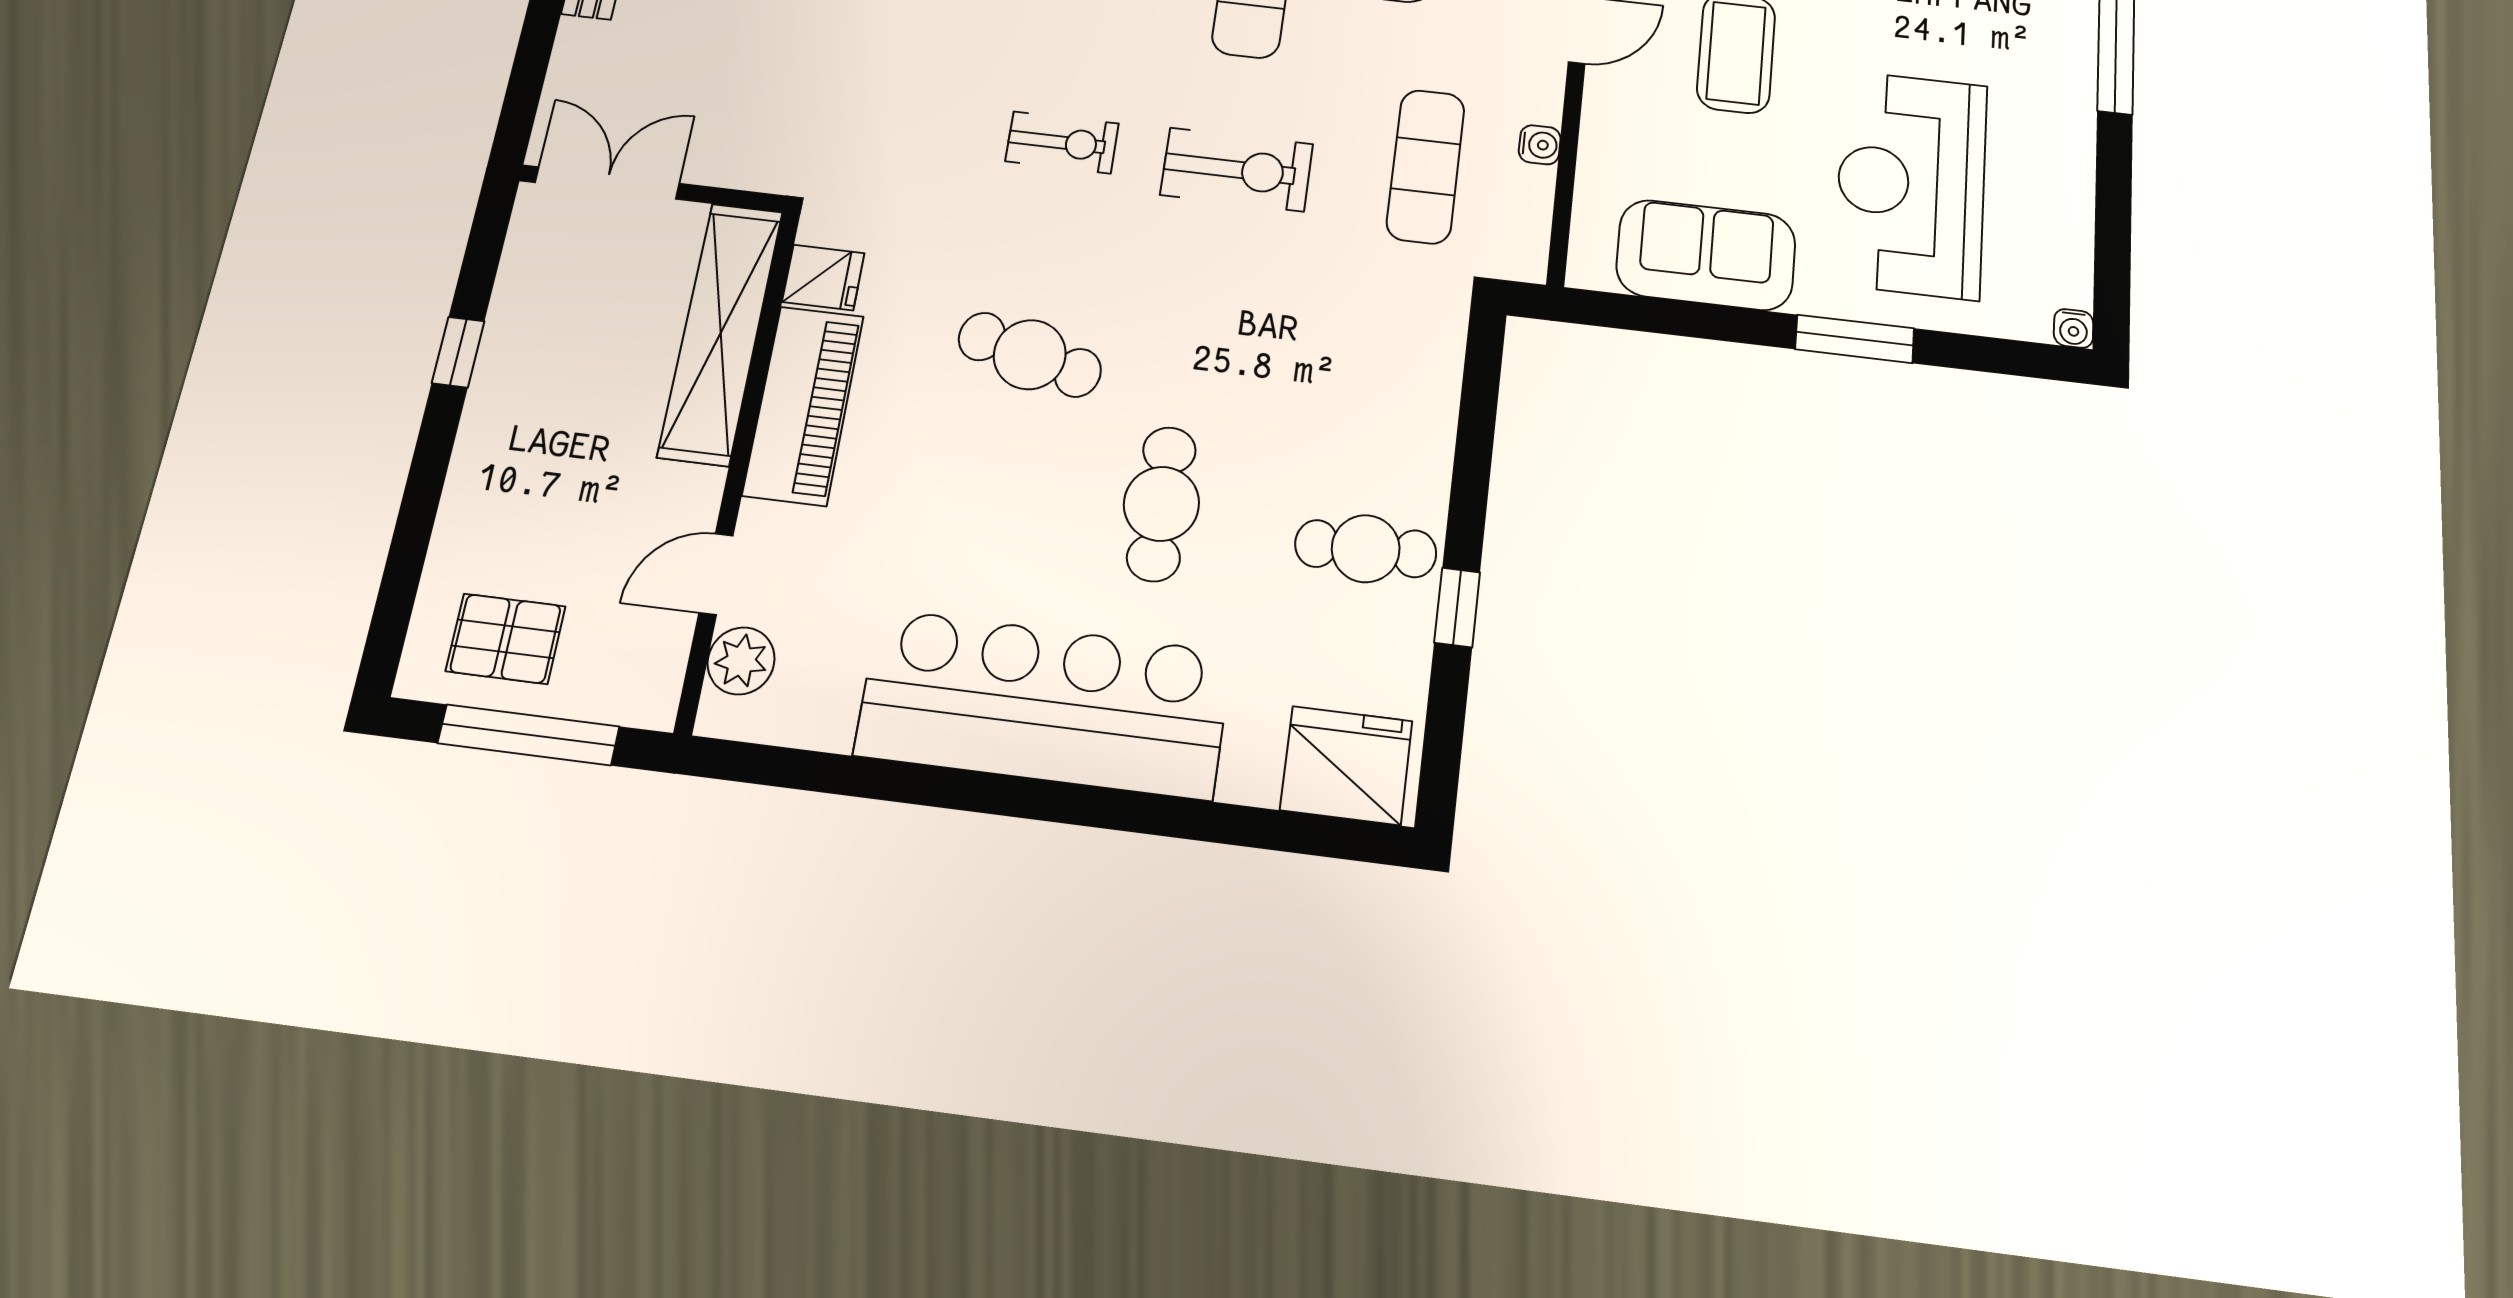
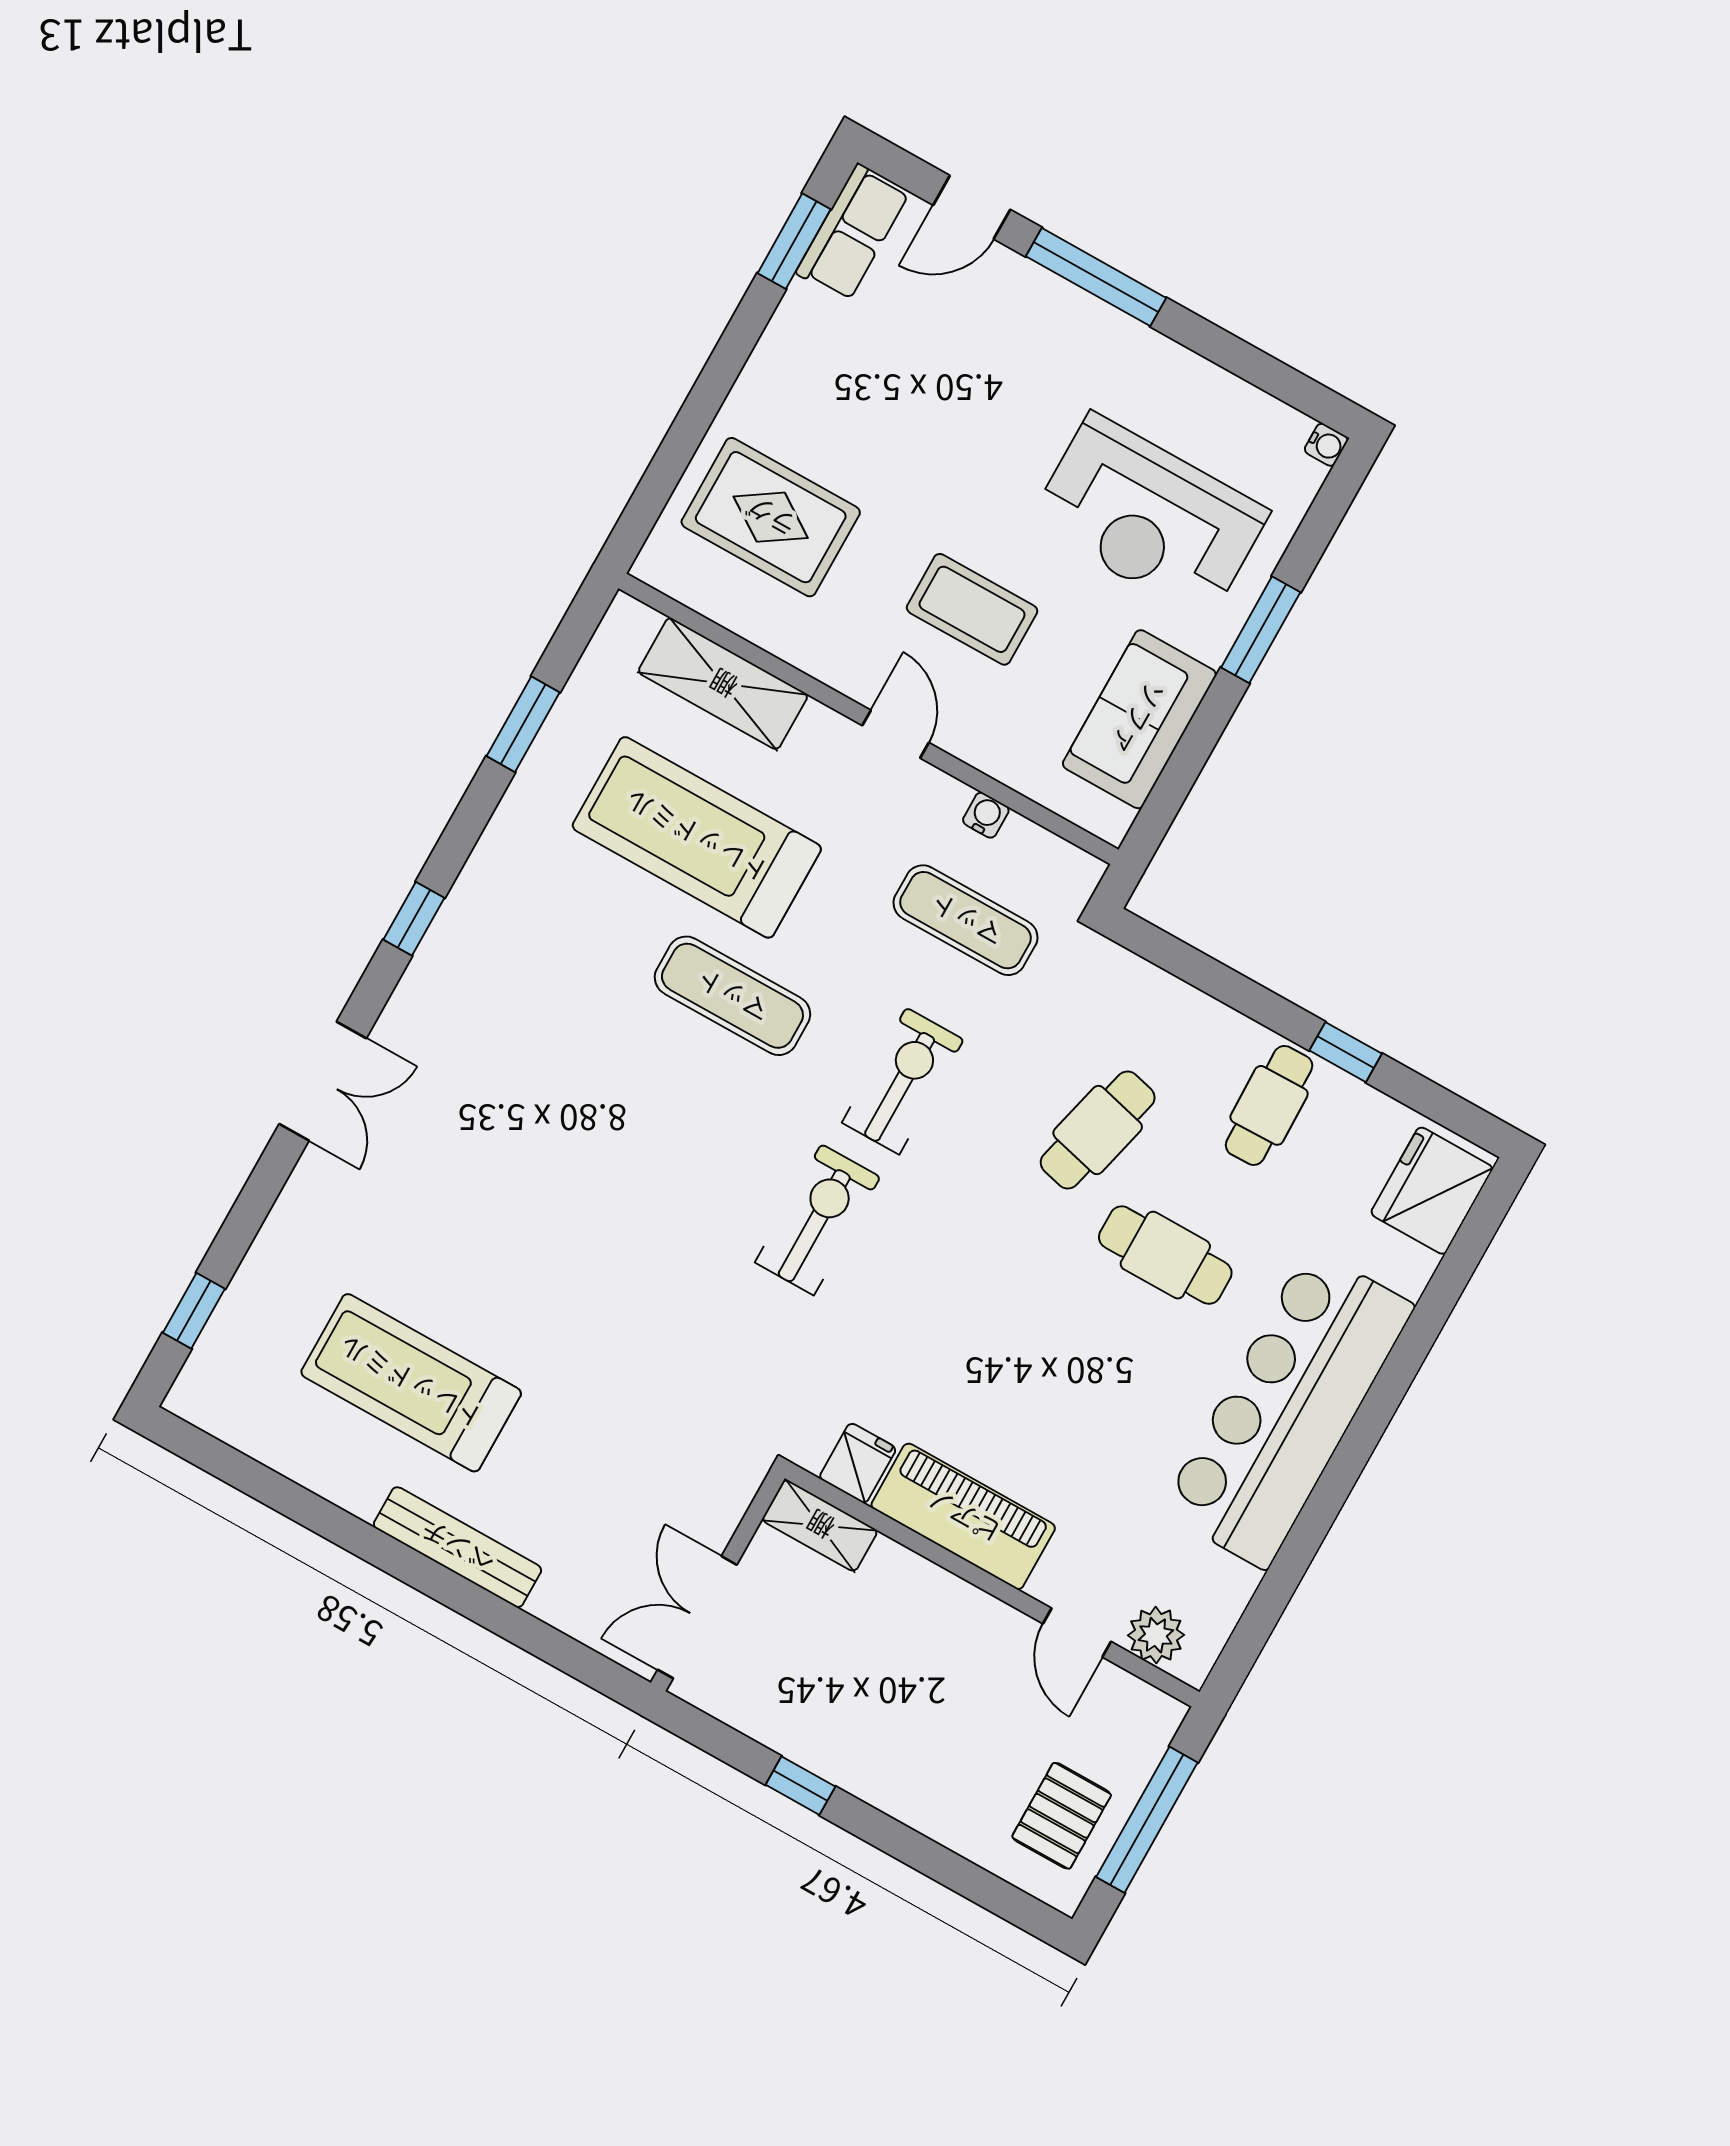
exercise bike: (1062, 142) -> (818, 1220), width x1.38, depth x1.39
shelving: (721, 333) -> (820, 1525), width x0.45, depth x0.75
cafe table: (1030, 355) -> (1098, 1130), moved

